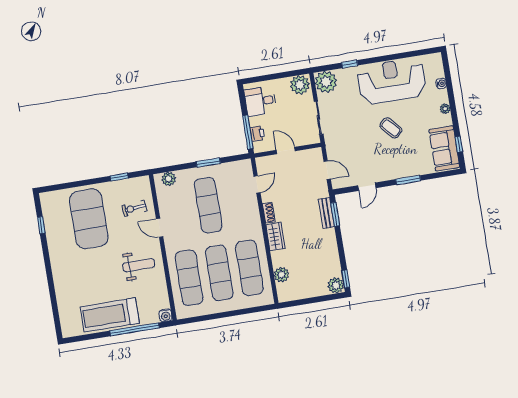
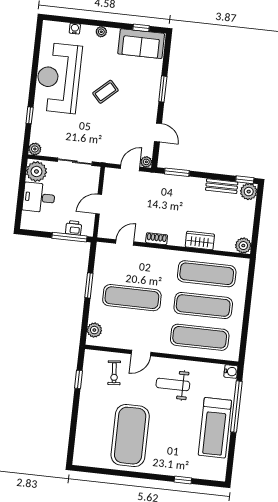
plant: (326, 82) -> (35, 149), width x0.53, depth x0.53
desk: (260, 101) -> (39, 198), moved, turned 90
door: (257, 184) -> (125, 243), hinge flipped
plant: (337, 184) -> (146, 162), added
bench: (326, 213) -> (222, 186), moved
exercise mat: (89, 219) -> (130, 436), moved, turned 90
window: (41, 225) -> (183, 480), moved
wardrobe: (275, 236) -> (200, 241), moved
weight bench: (139, 265) -> (173, 384), turned -90
plant: (282, 275) -> (243, 246), moved

